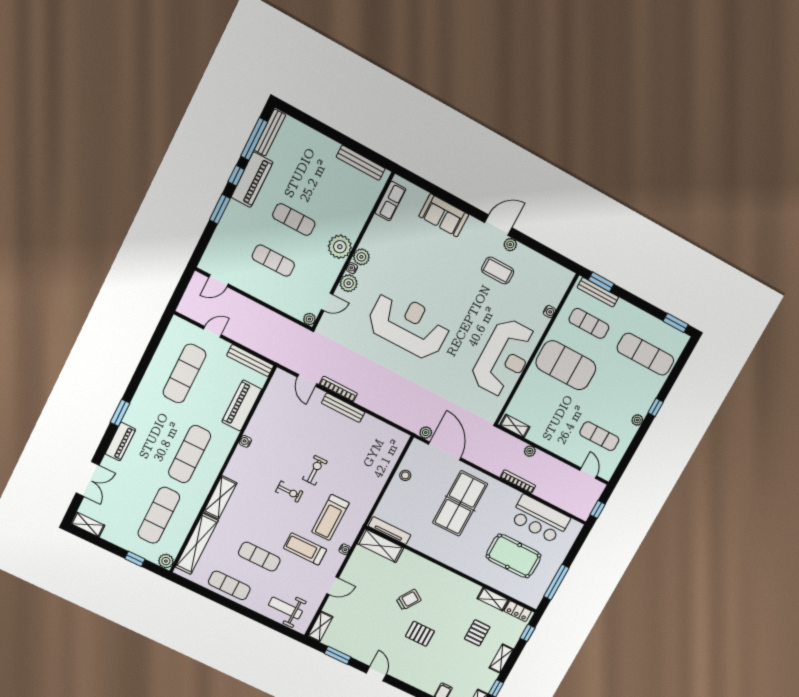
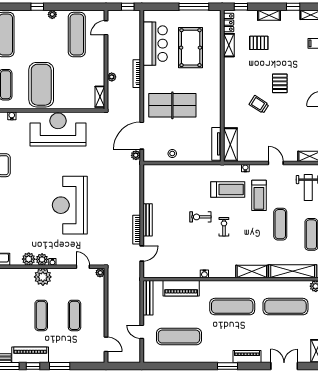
plant: (349, 283) -> (29, 259), moved
exercise mat: (599, 436) -> (77, 35), width x1.36, depth x1.45

